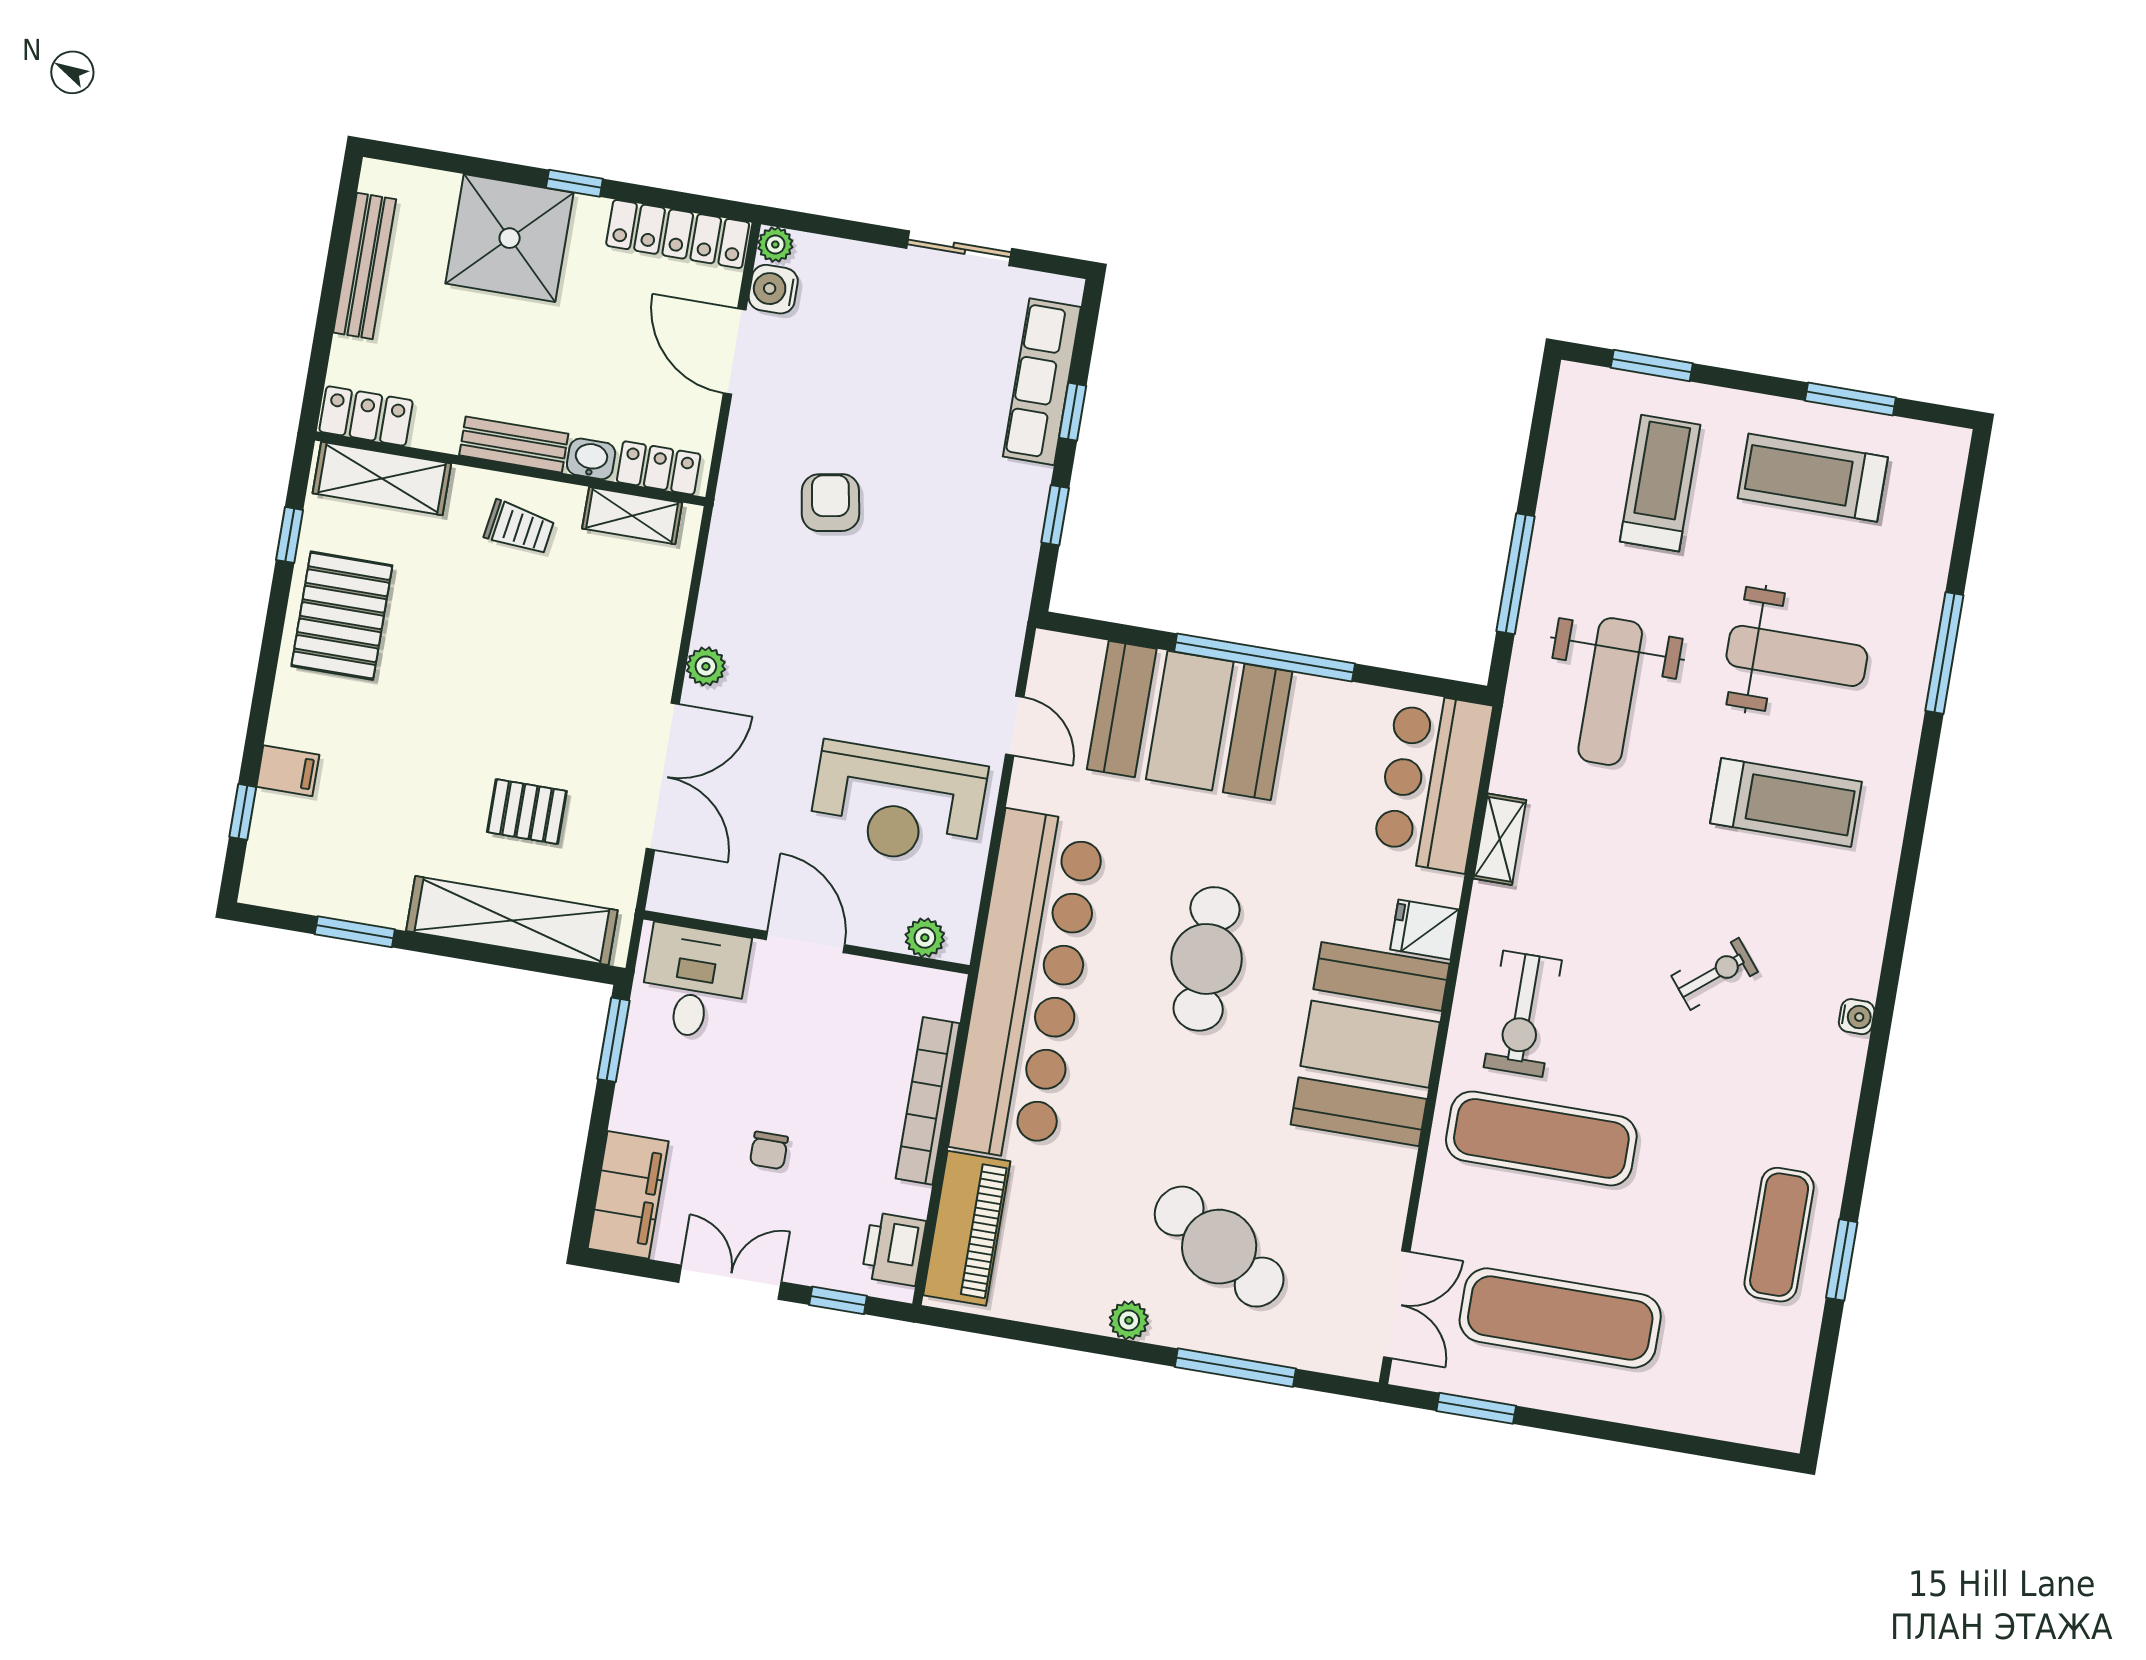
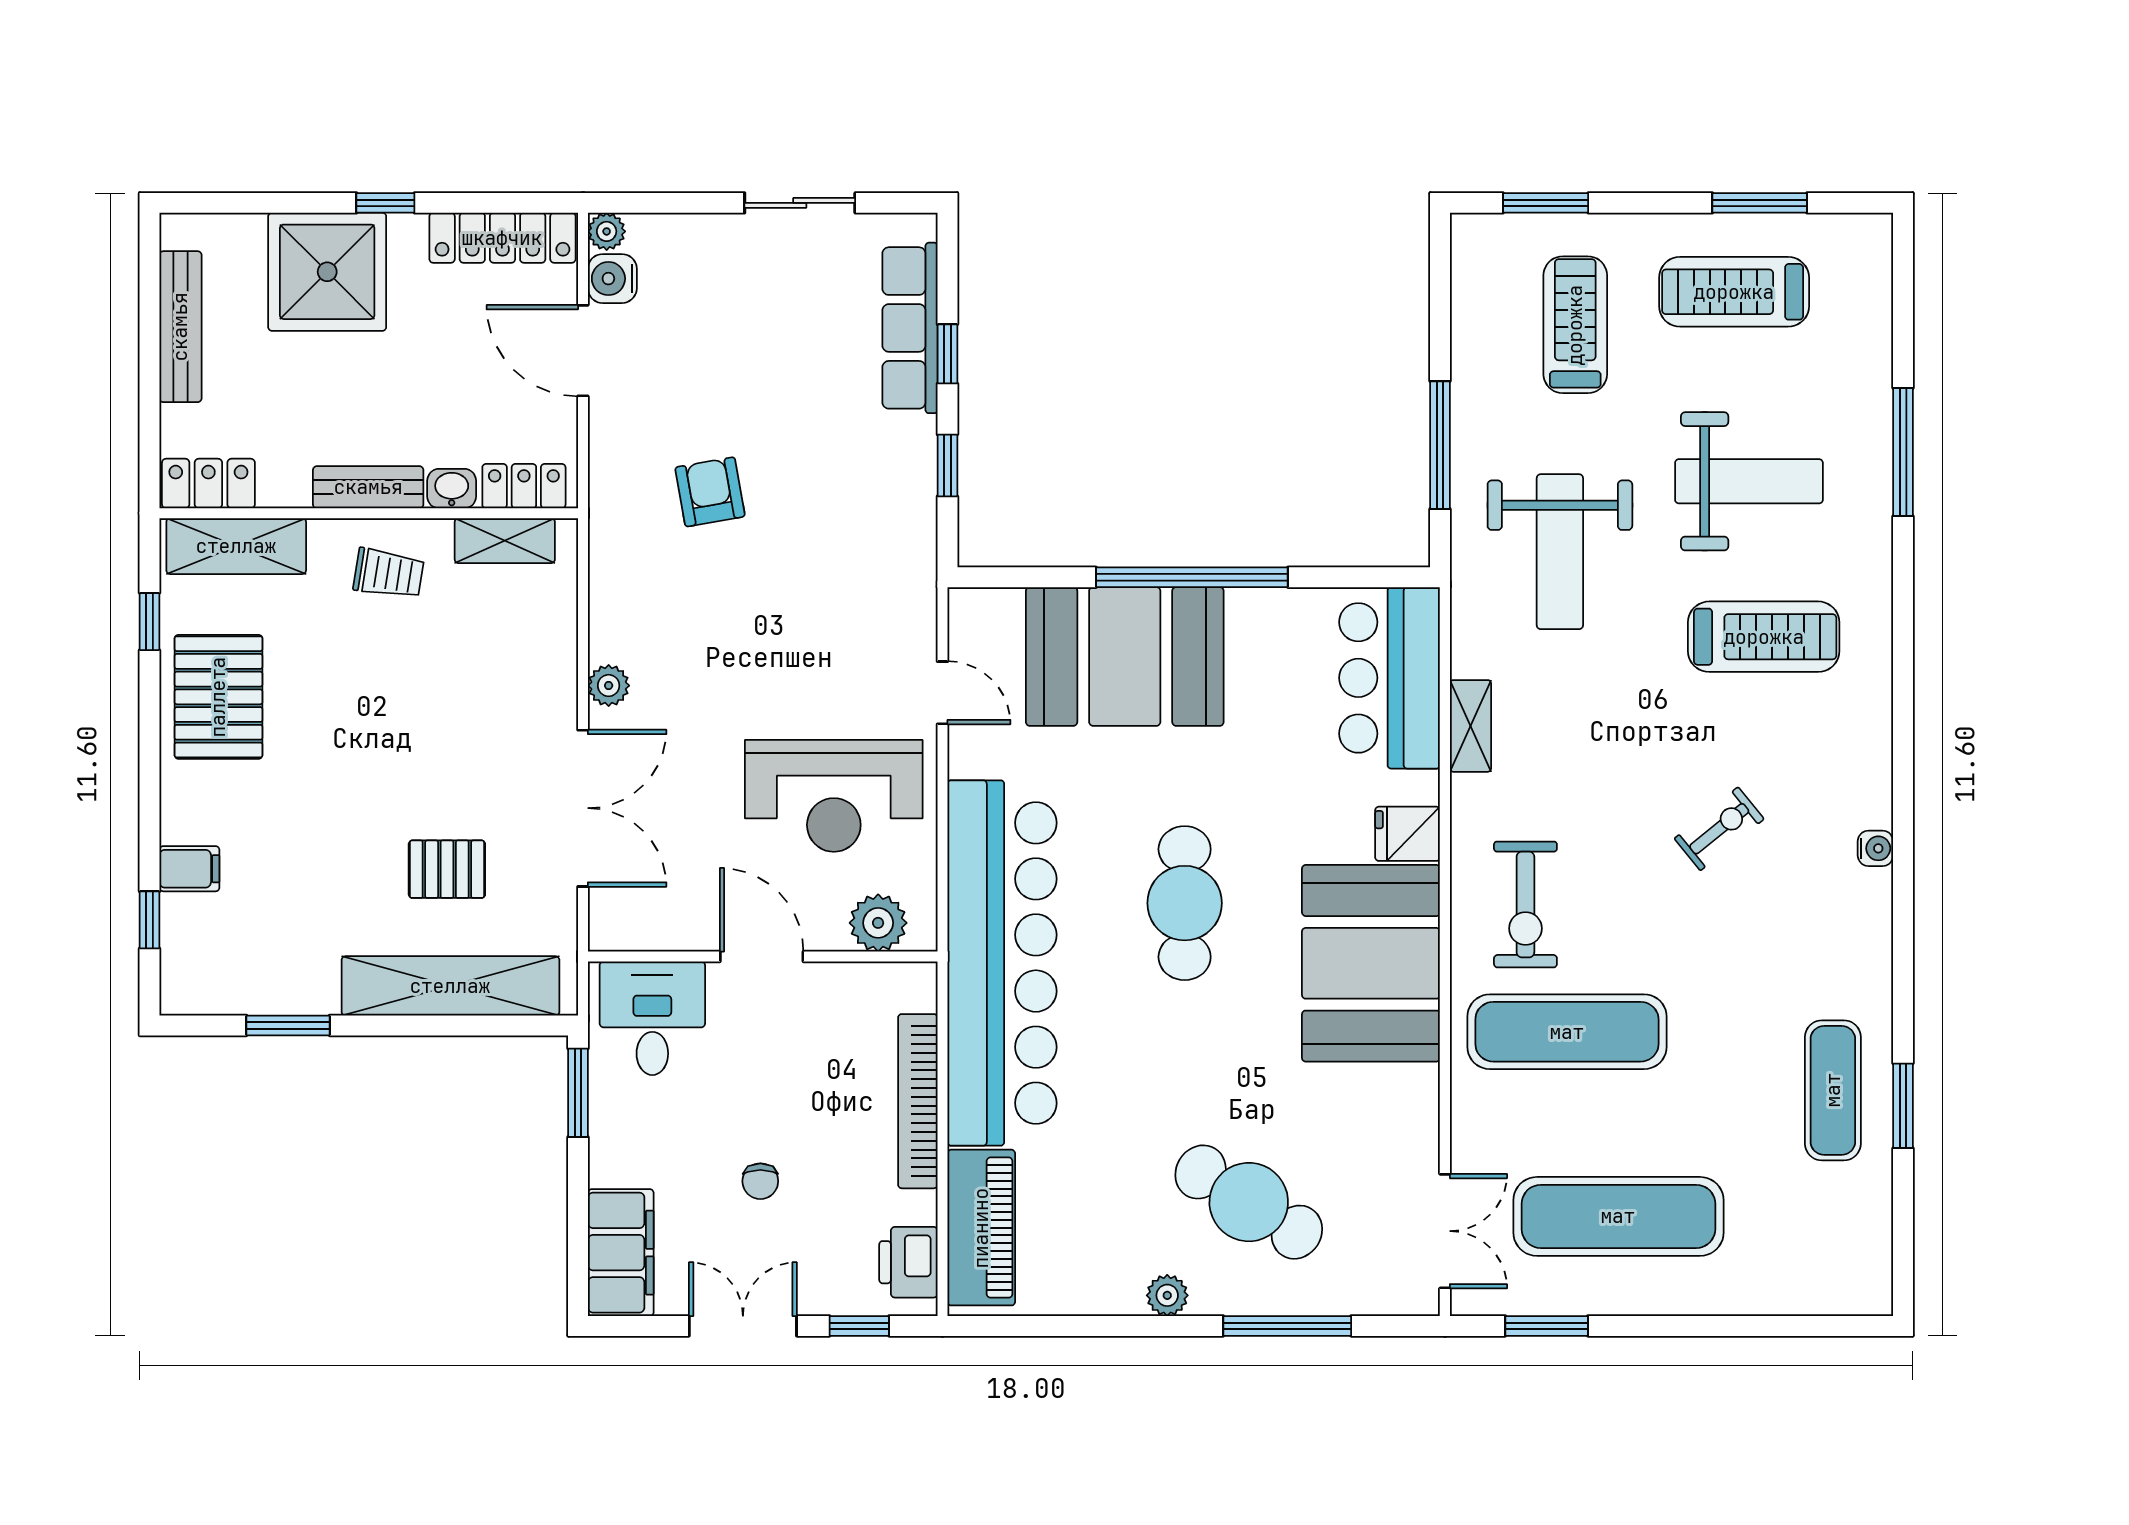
plant: (925, 938) -> (878, 923), width x1.38, depth x1.38

